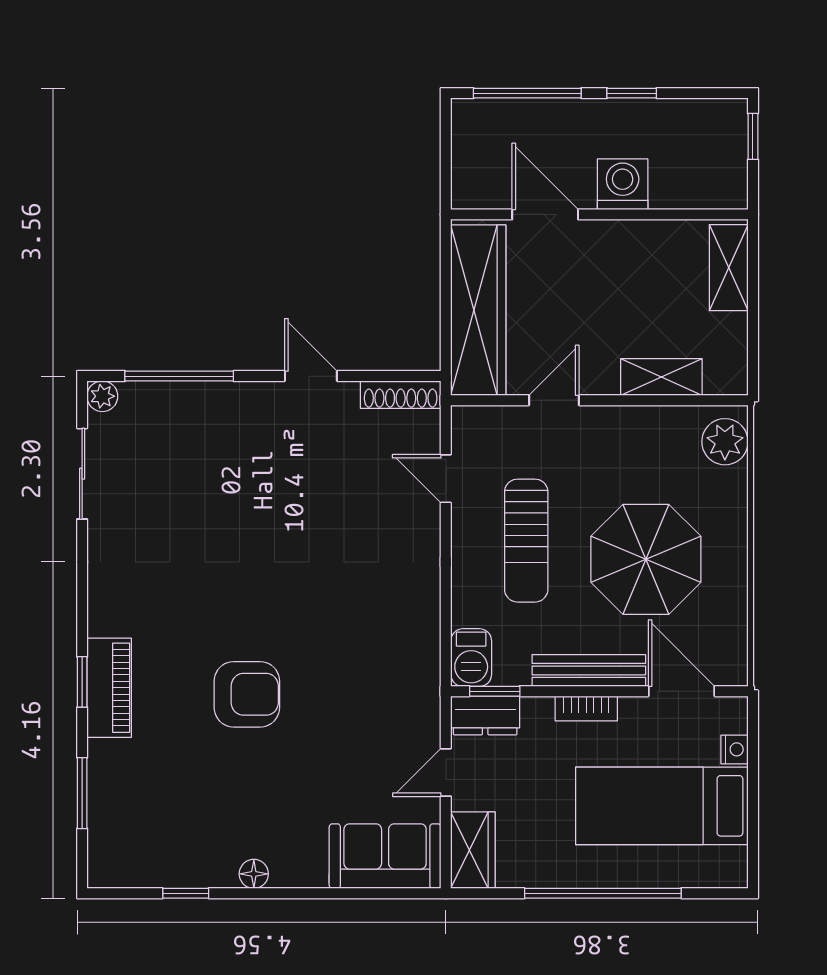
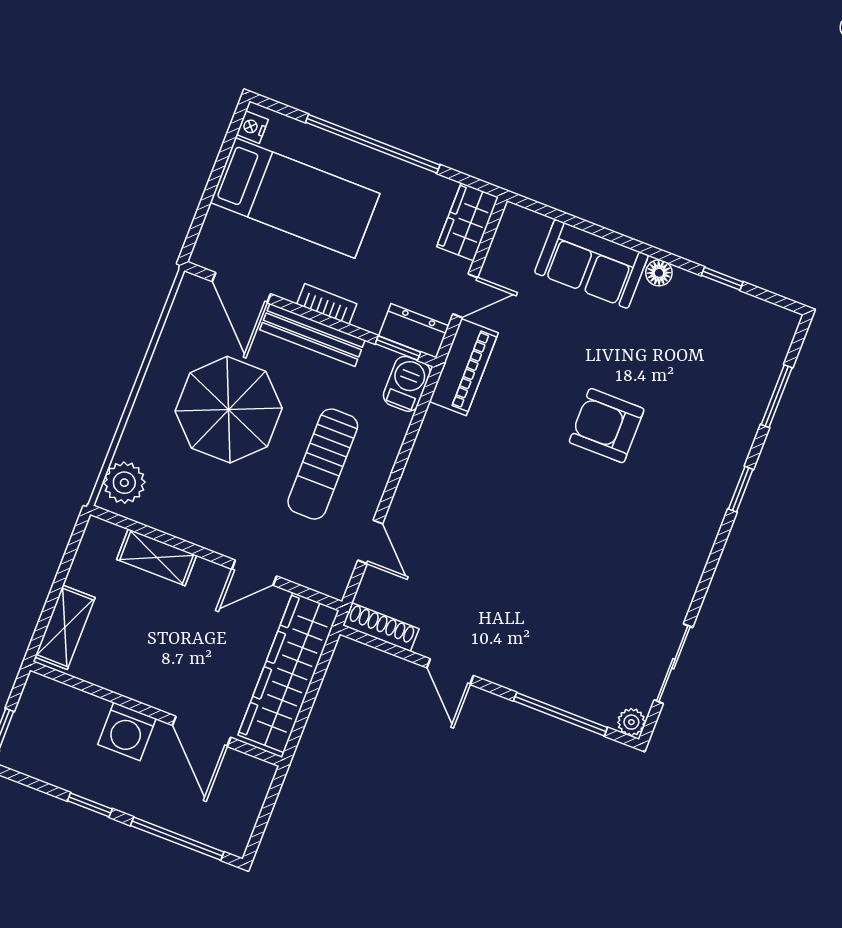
sun lounger: (526, 541) -> (323, 464), turned 180
piano: (109, 688) -> (464, 367), moved, turned 180
nightstand: (735, 749) -> (252, 127), moved
sofa: (385, 856) -> (591, 264), moved

